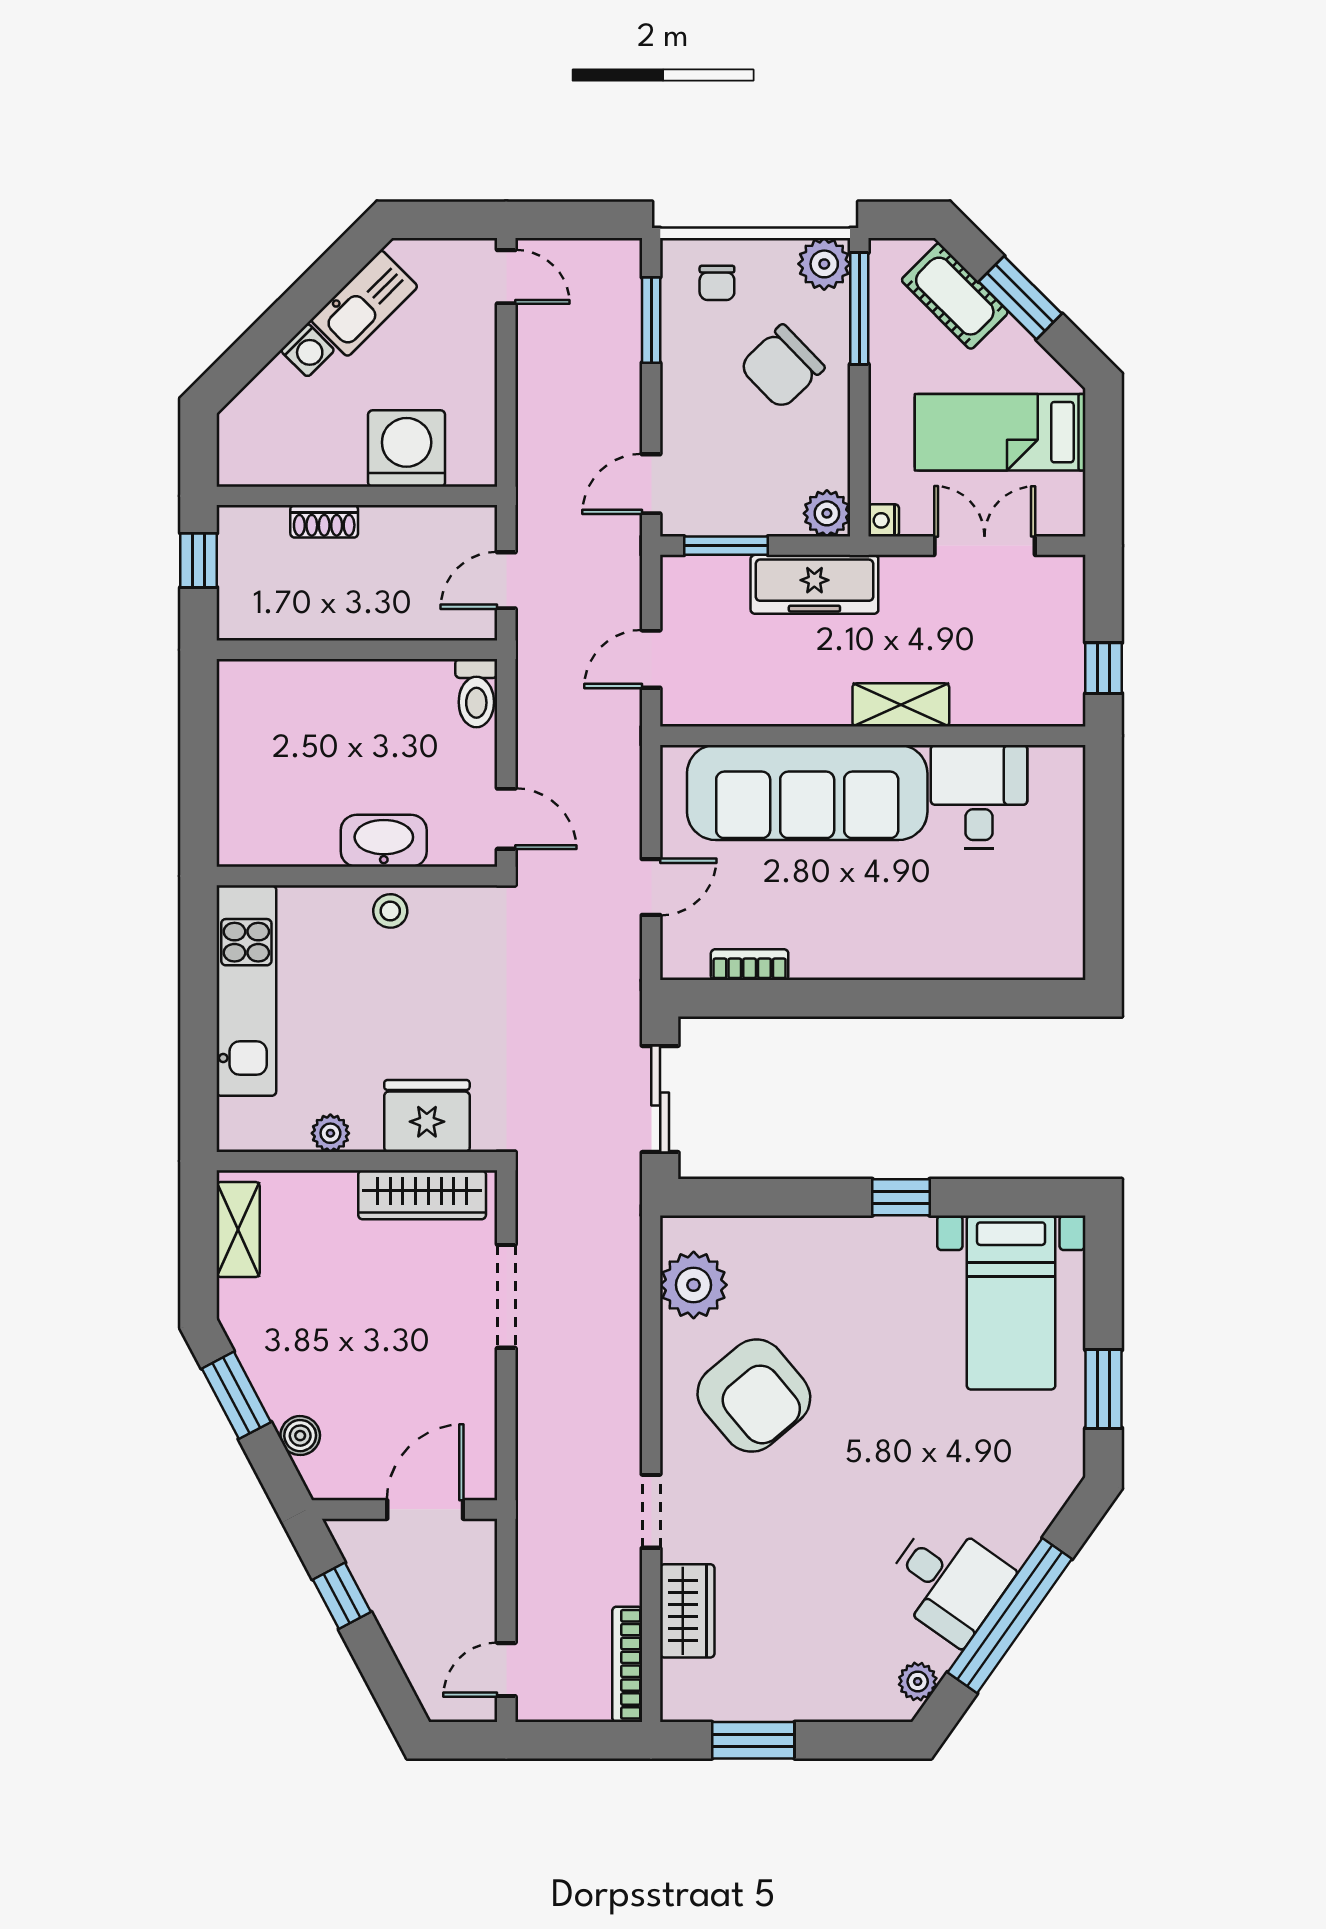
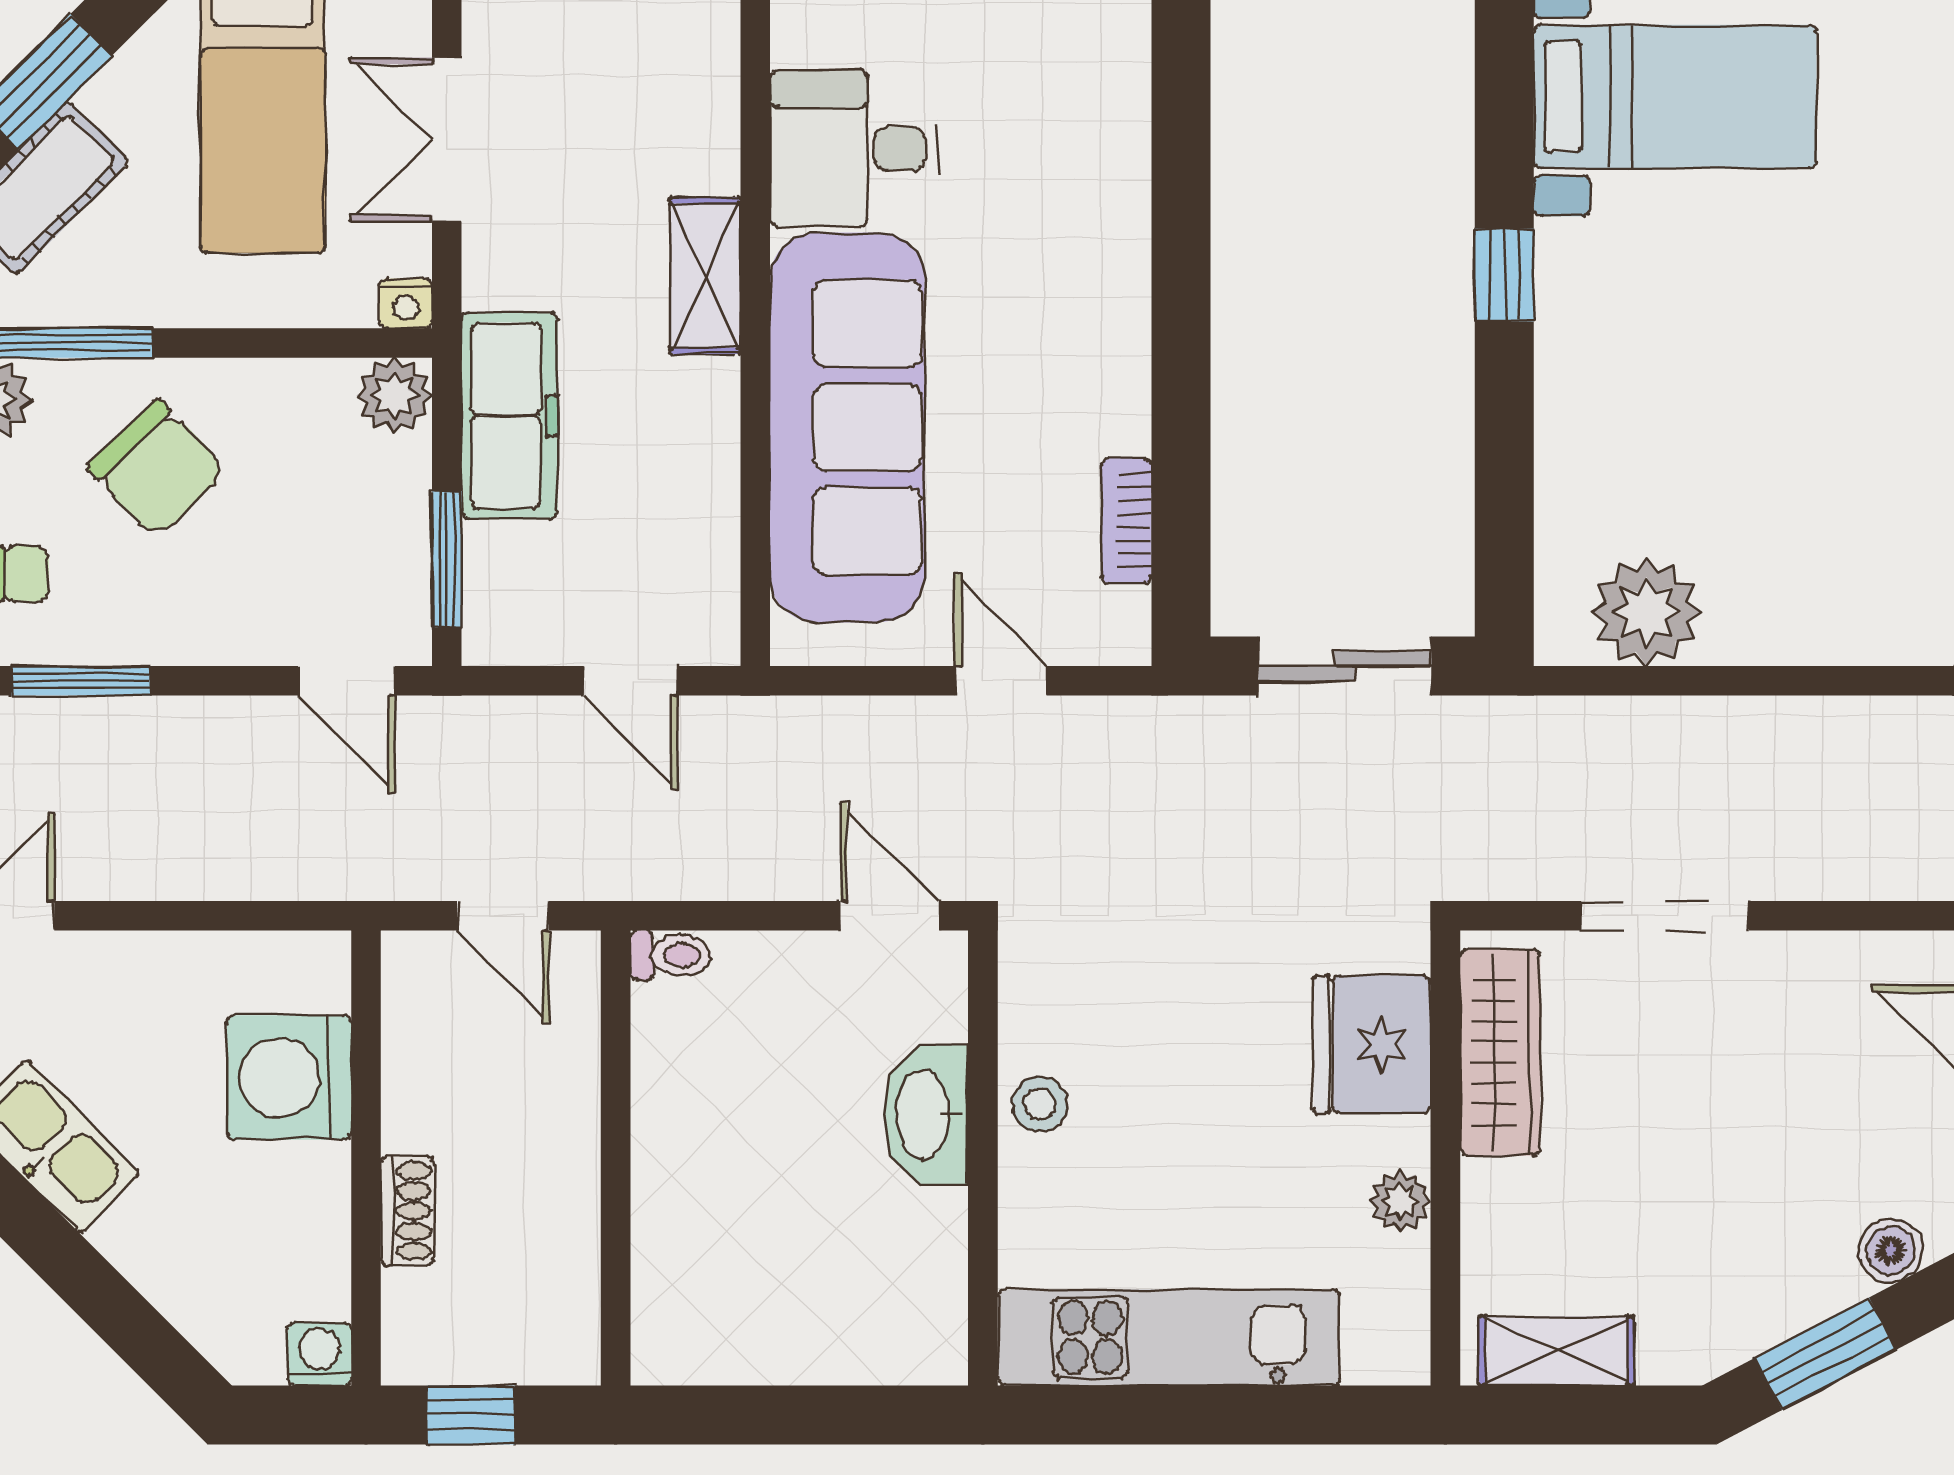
washing machine: (307, 350) -> (320, 1354), moved, turned -45
toilet: (476, 693) -> (671, 955), width x0.73, depth x0.72
door: (506, 819) -> (890, 916), hinge flipped
armchair: (754, 1396) -> (1826, 514), removed

